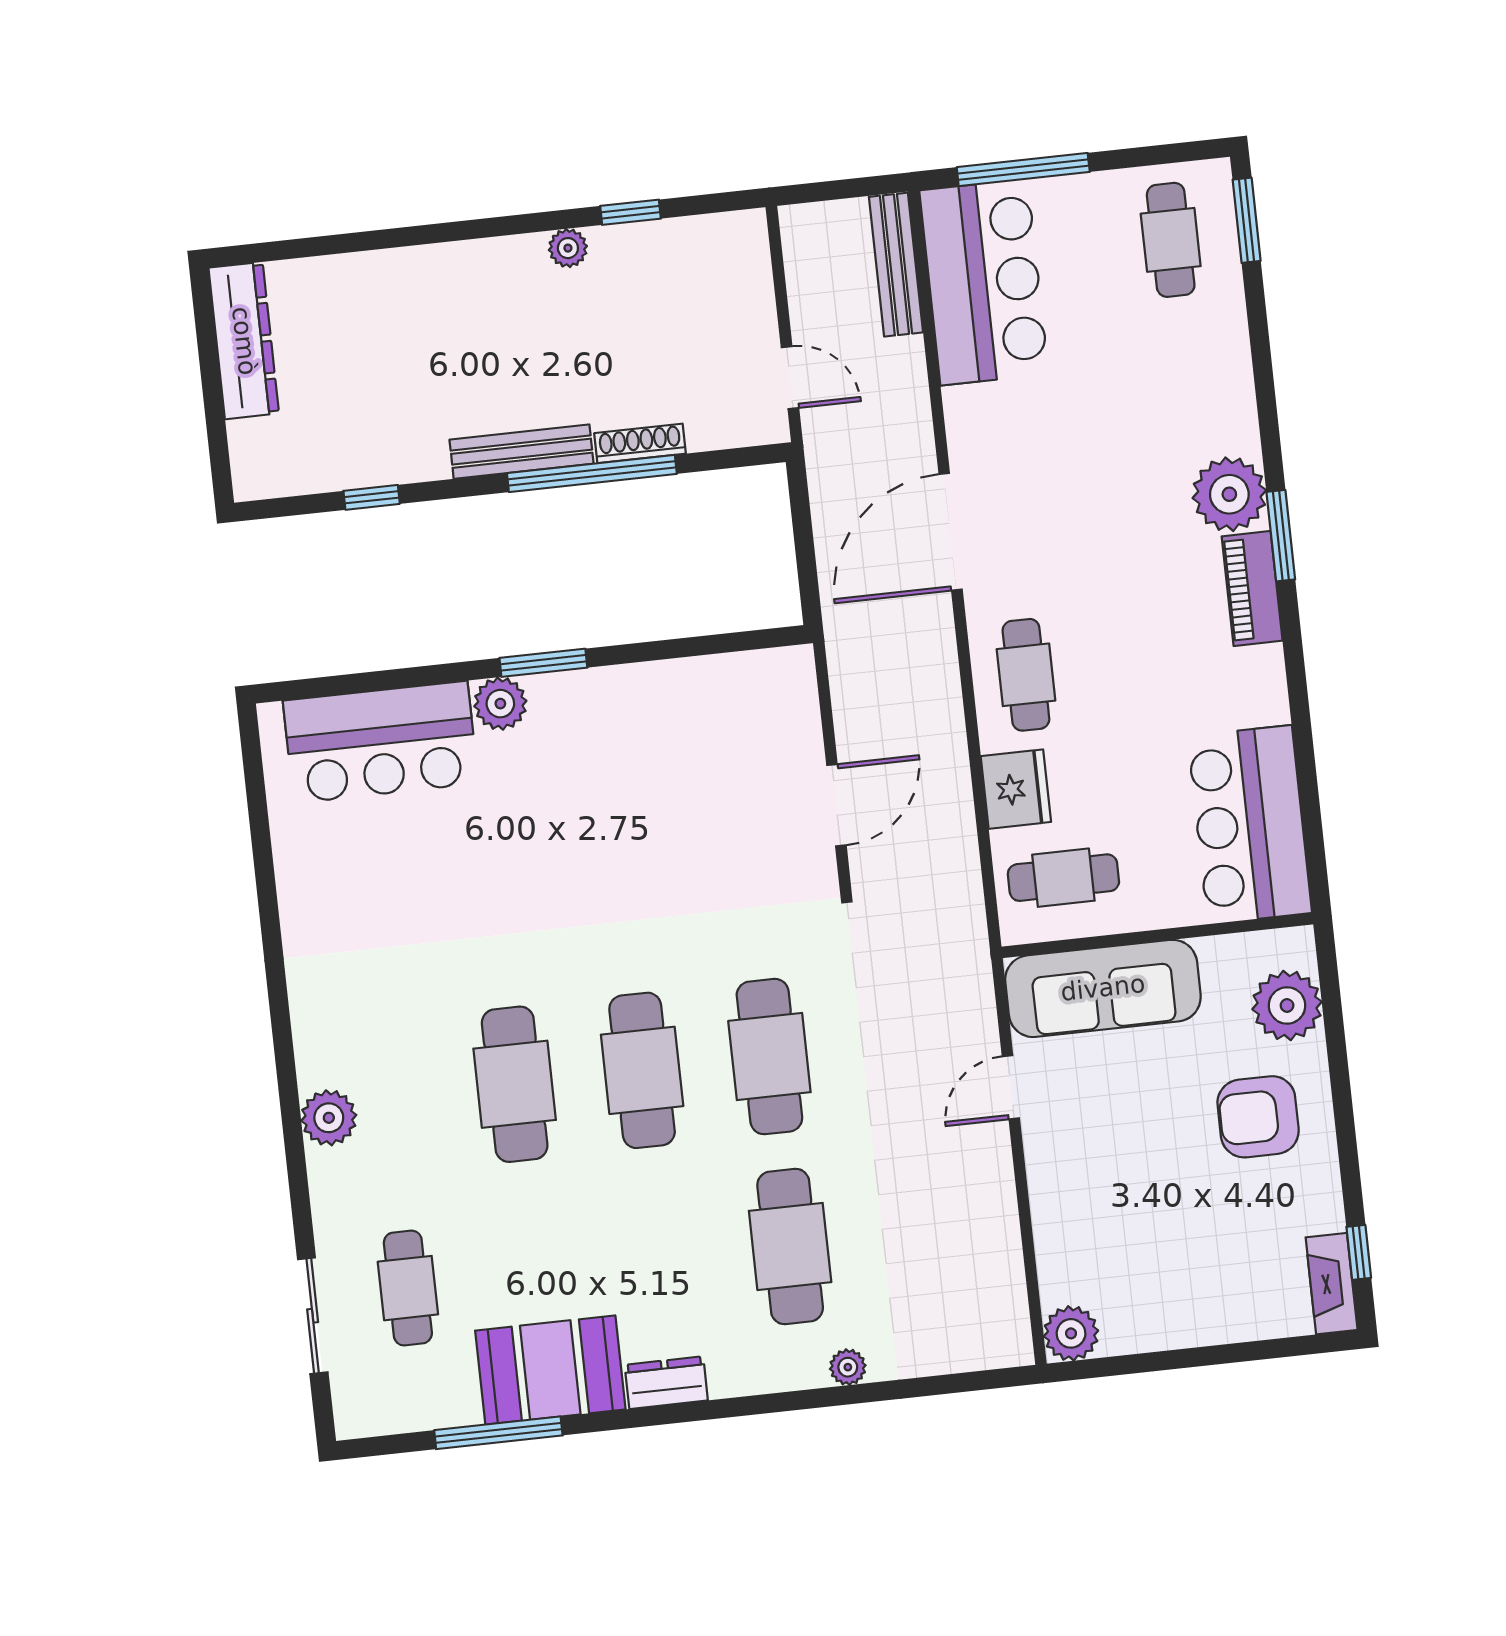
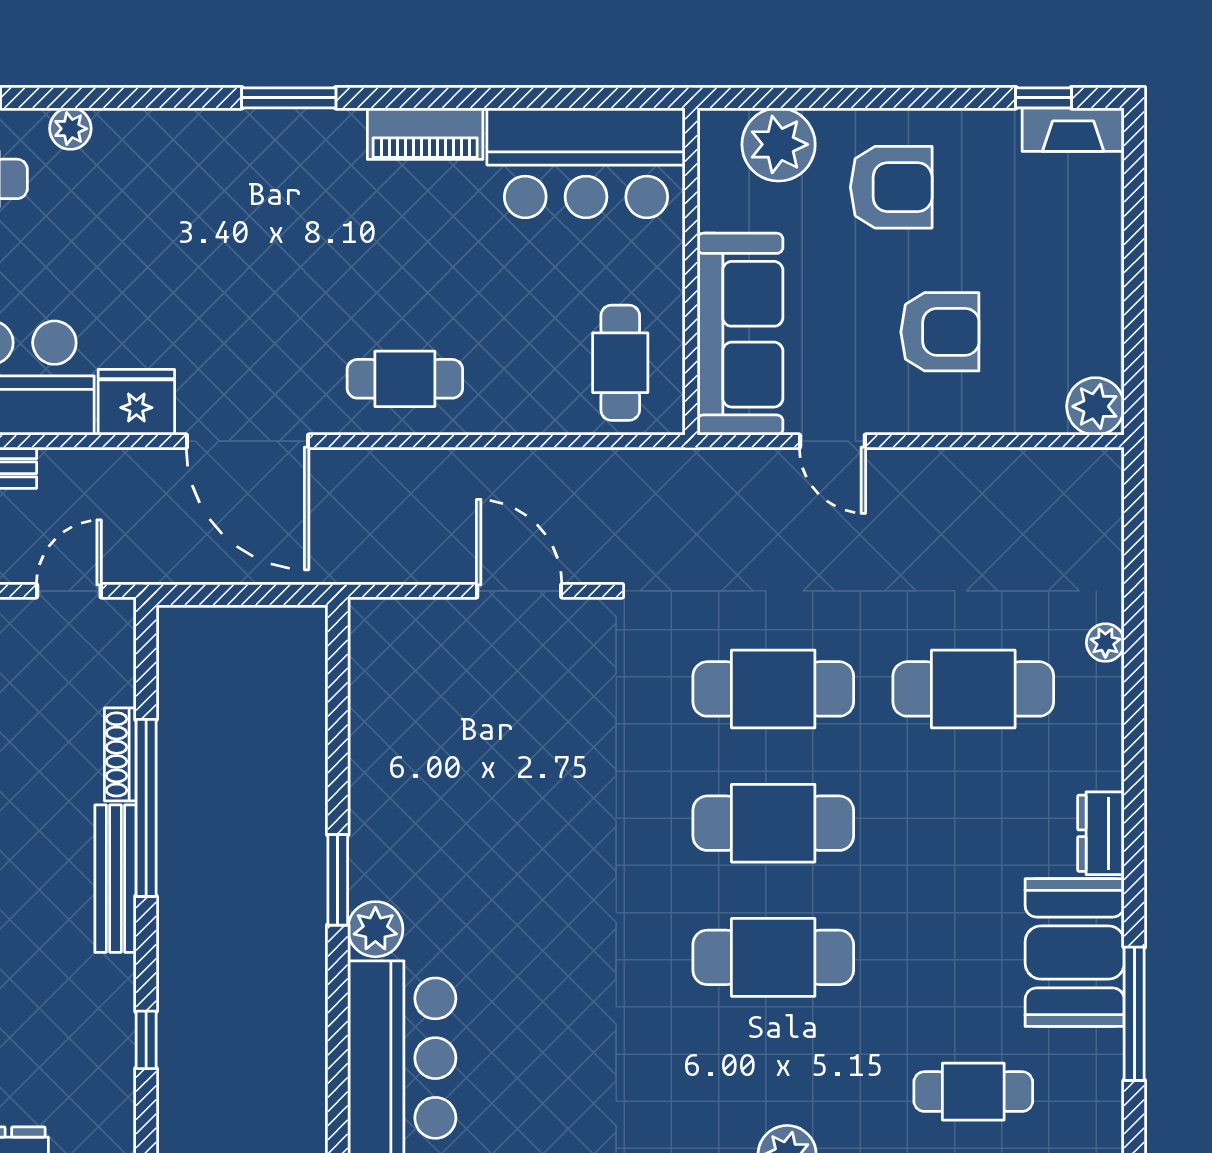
plant: (1229, 494) -> (70, 129), moved, width x0.53, depth x0.53
piano: (1252, 588) -> (425, 134), moved
fridge: (1016, 789) -> (136, 402), moved
armchair: (1258, 1117) -> (891, 187), turned -90
armchair: (1126, 1178) -> (940, 332), added

